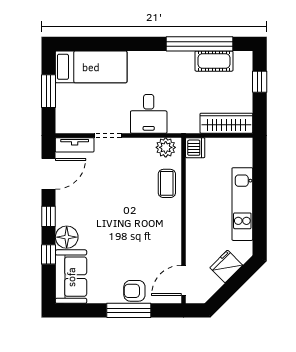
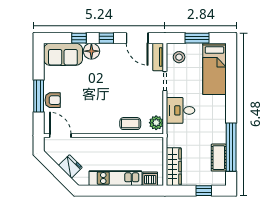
stool: (75, 116) -> (179, 57), added
dishwasher: (195, 148) -> (150, 179), moved, turned 180
armchair: (134, 291) -> (53, 100), turned 90

